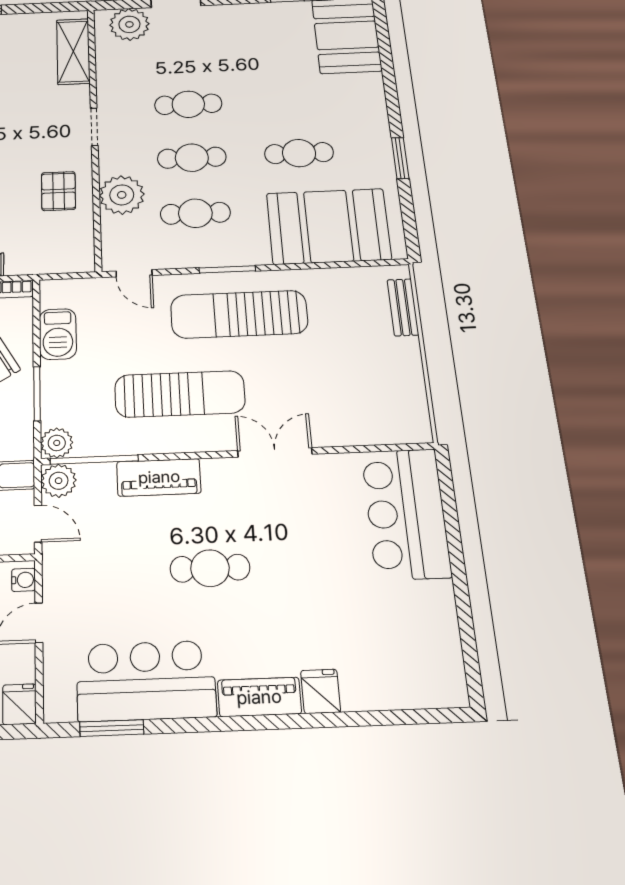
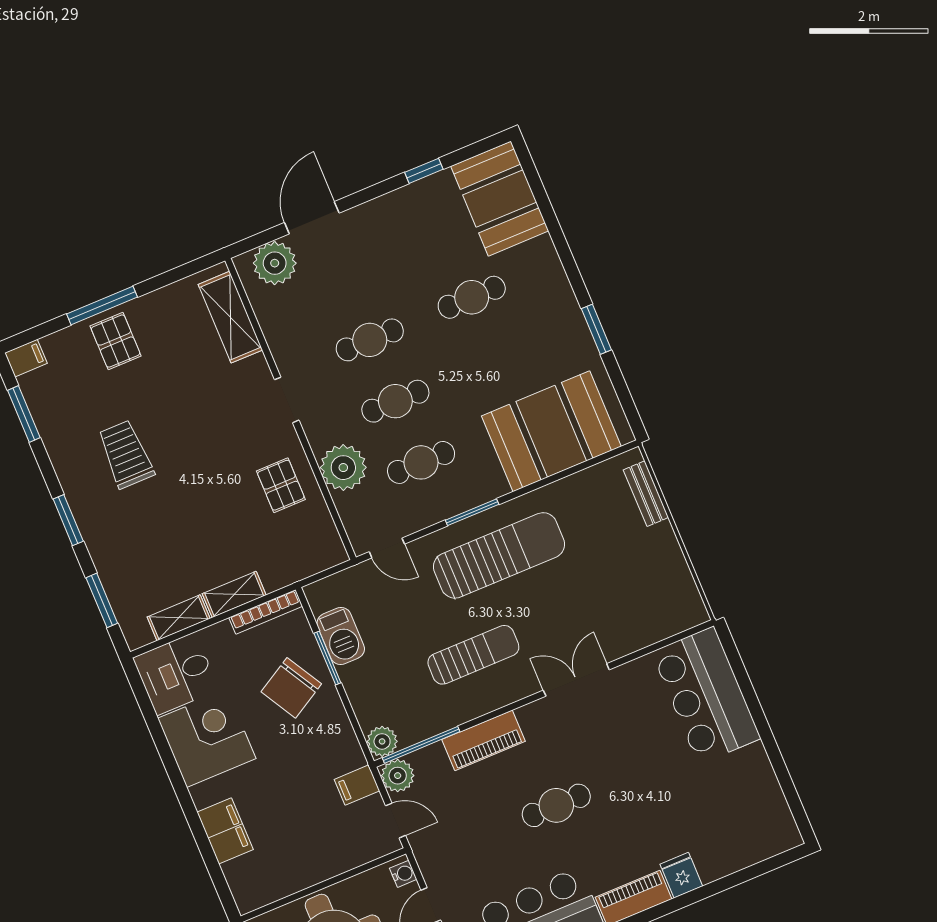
cafe table: (299, 153) -> (472, 297), moved
sun lounger: (239, 314) -> (499, 555), turned 180
window: (37, 394) -> (327, 658), moved
sun lounger: (180, 394) -> (473, 655), width x0.73, depth x0.75

